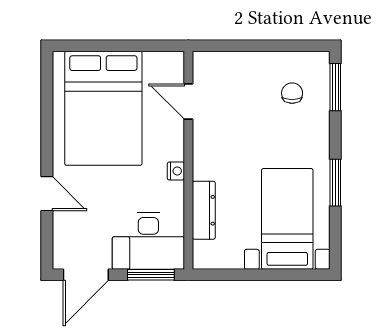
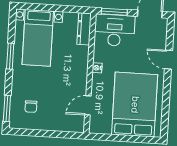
door: (188, 102) -> (88, 105), swing flipped
dresser: (204, 210) -> (84, 29), moved

